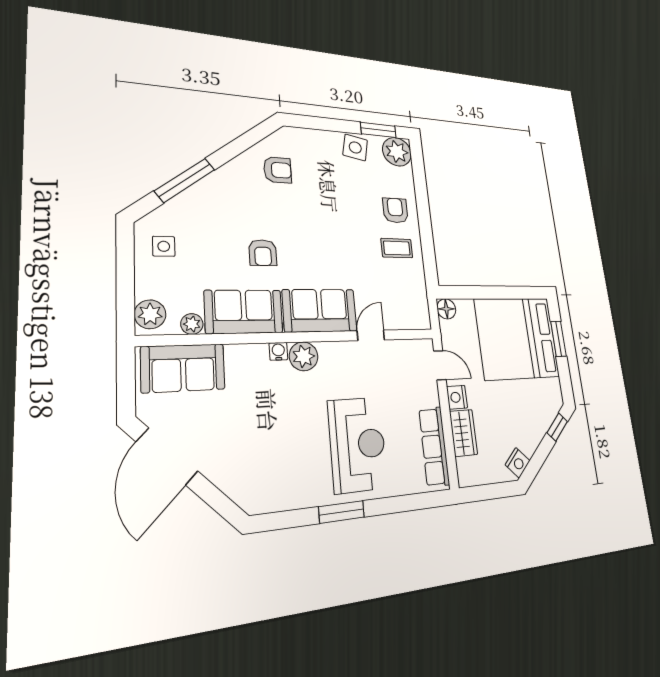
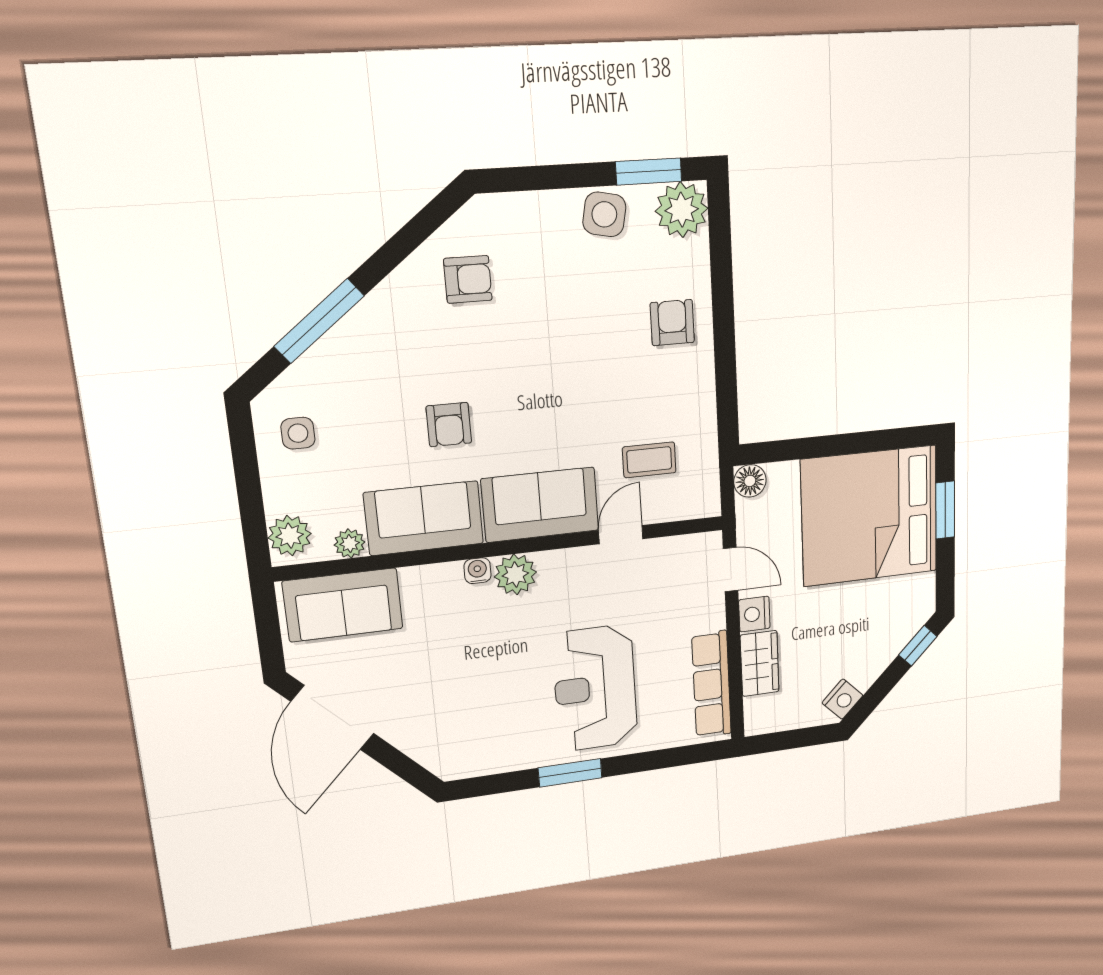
coffee table: (397, 248) -> (649, 460), moved
reception desk: (358, 444) -> (595, 688), turned 180

